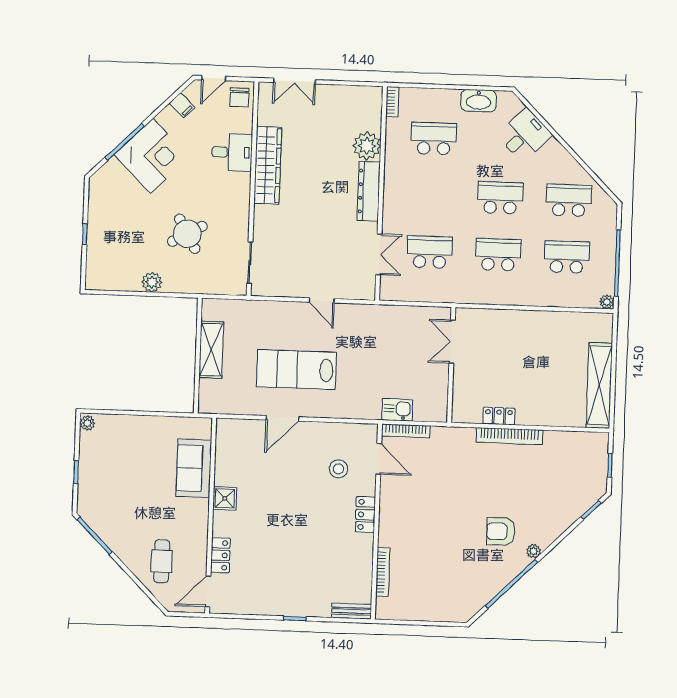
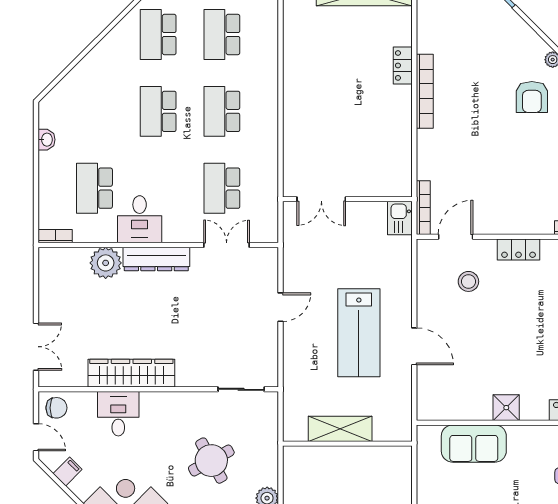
washbasin: (479, 101) -> (46, 140), width x0.52, depth x0.69
desk: (524, 135) -> (140, 219), moved, turned -135
double door: (452, 342) -> (321, 199), moved
wall: (451, 365) -> (347, 199), moved
locker: (499, 416) -> (403, 65), moved

